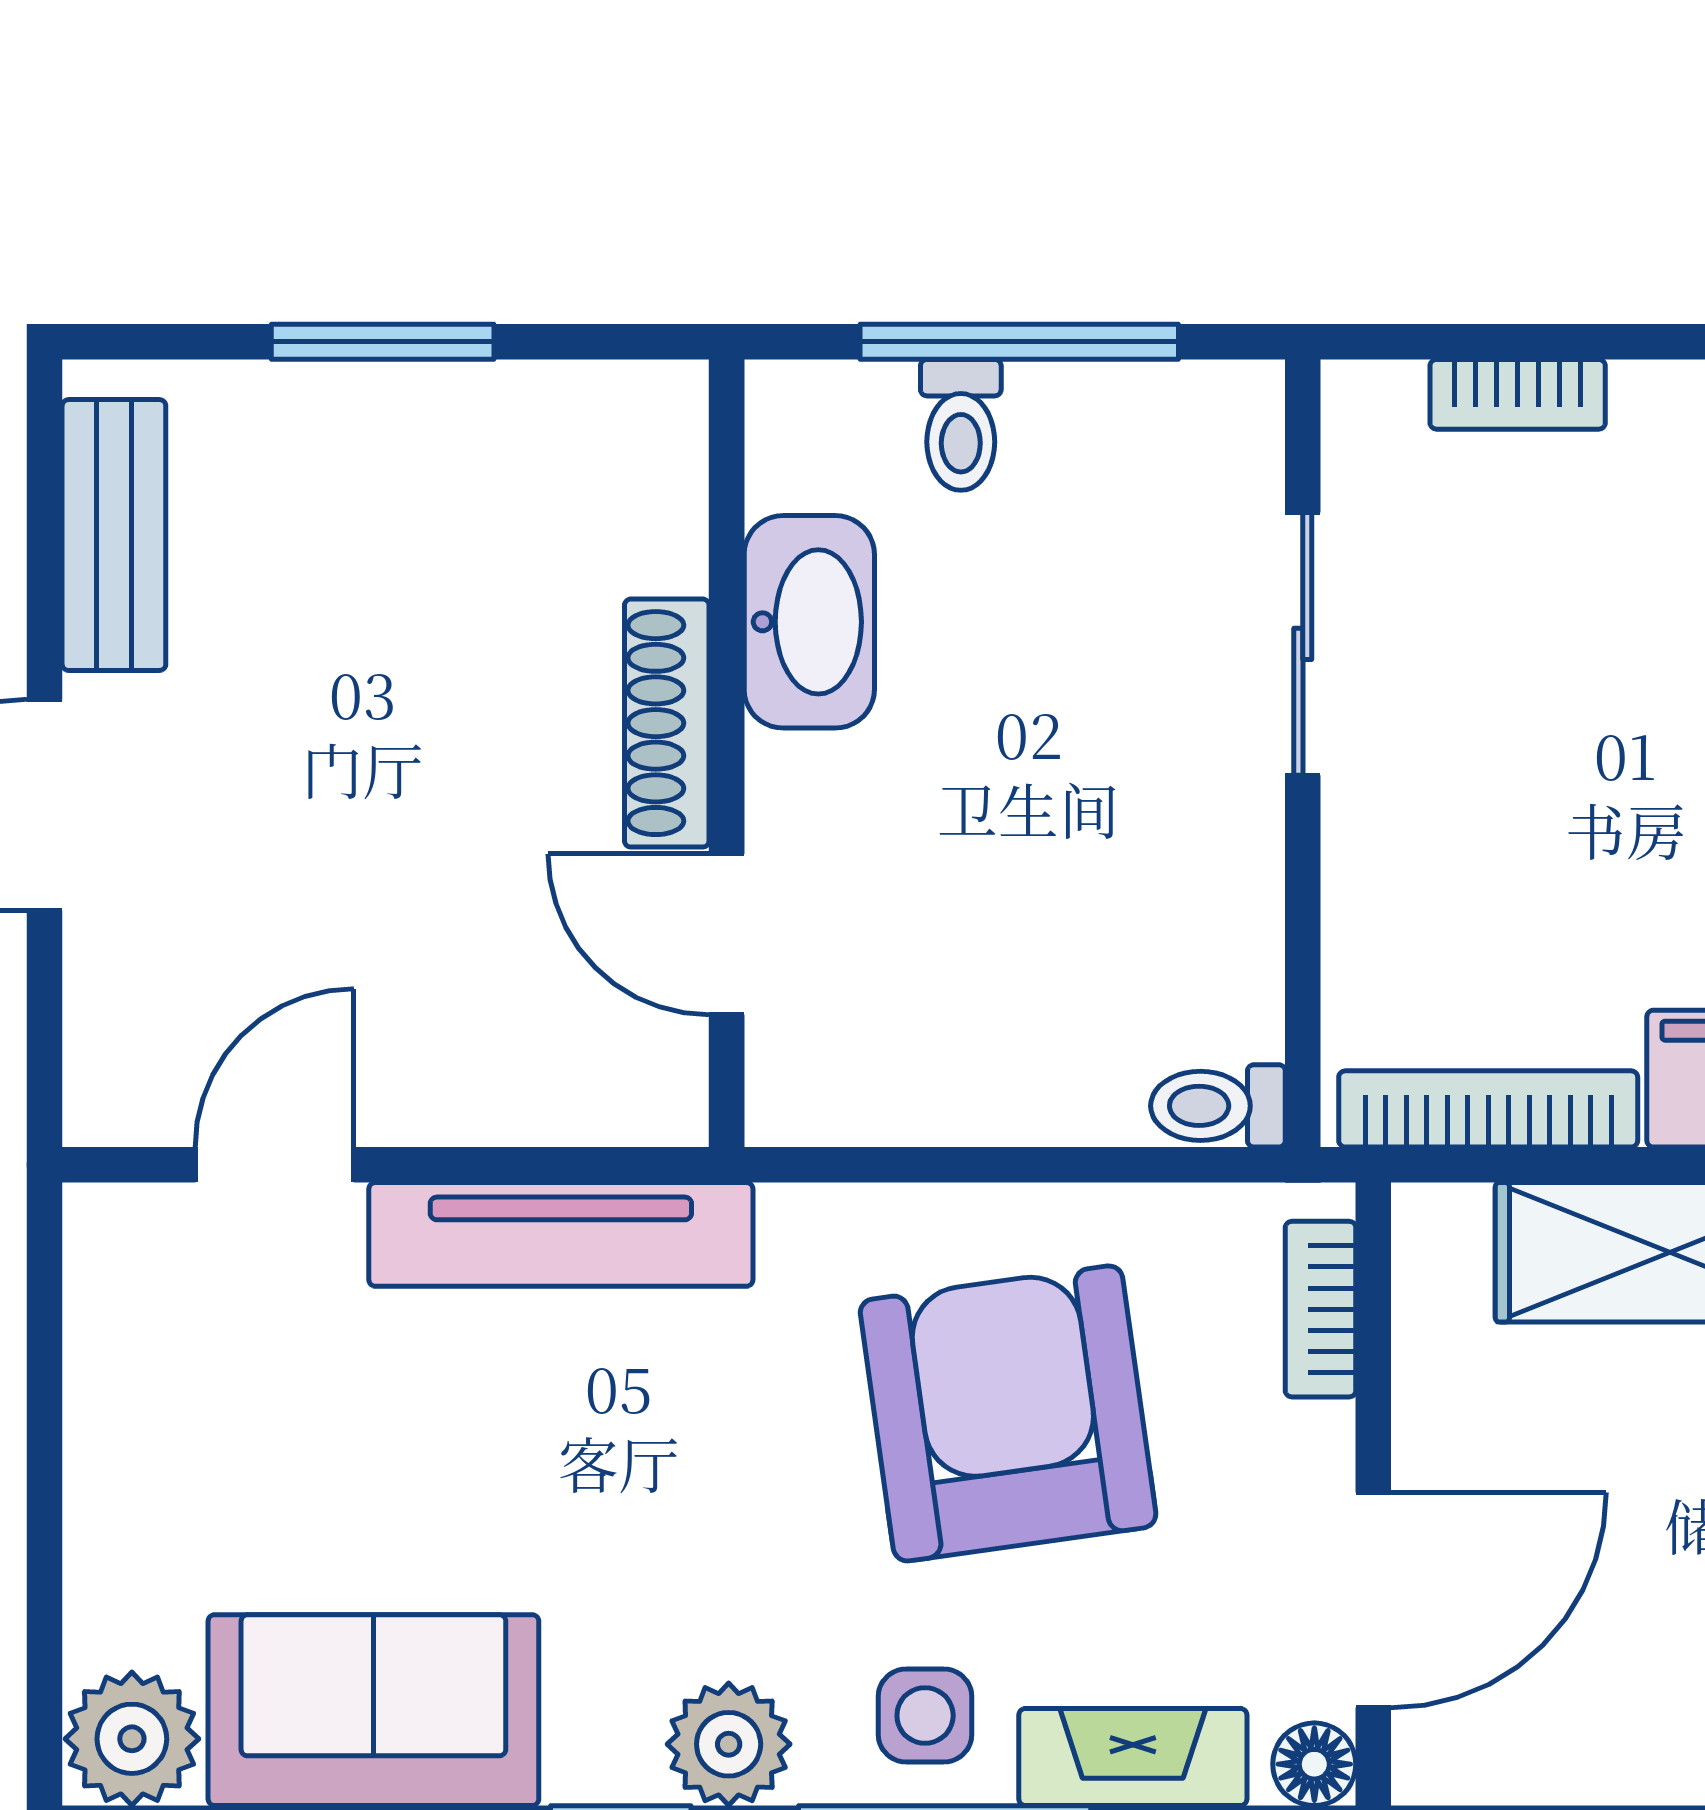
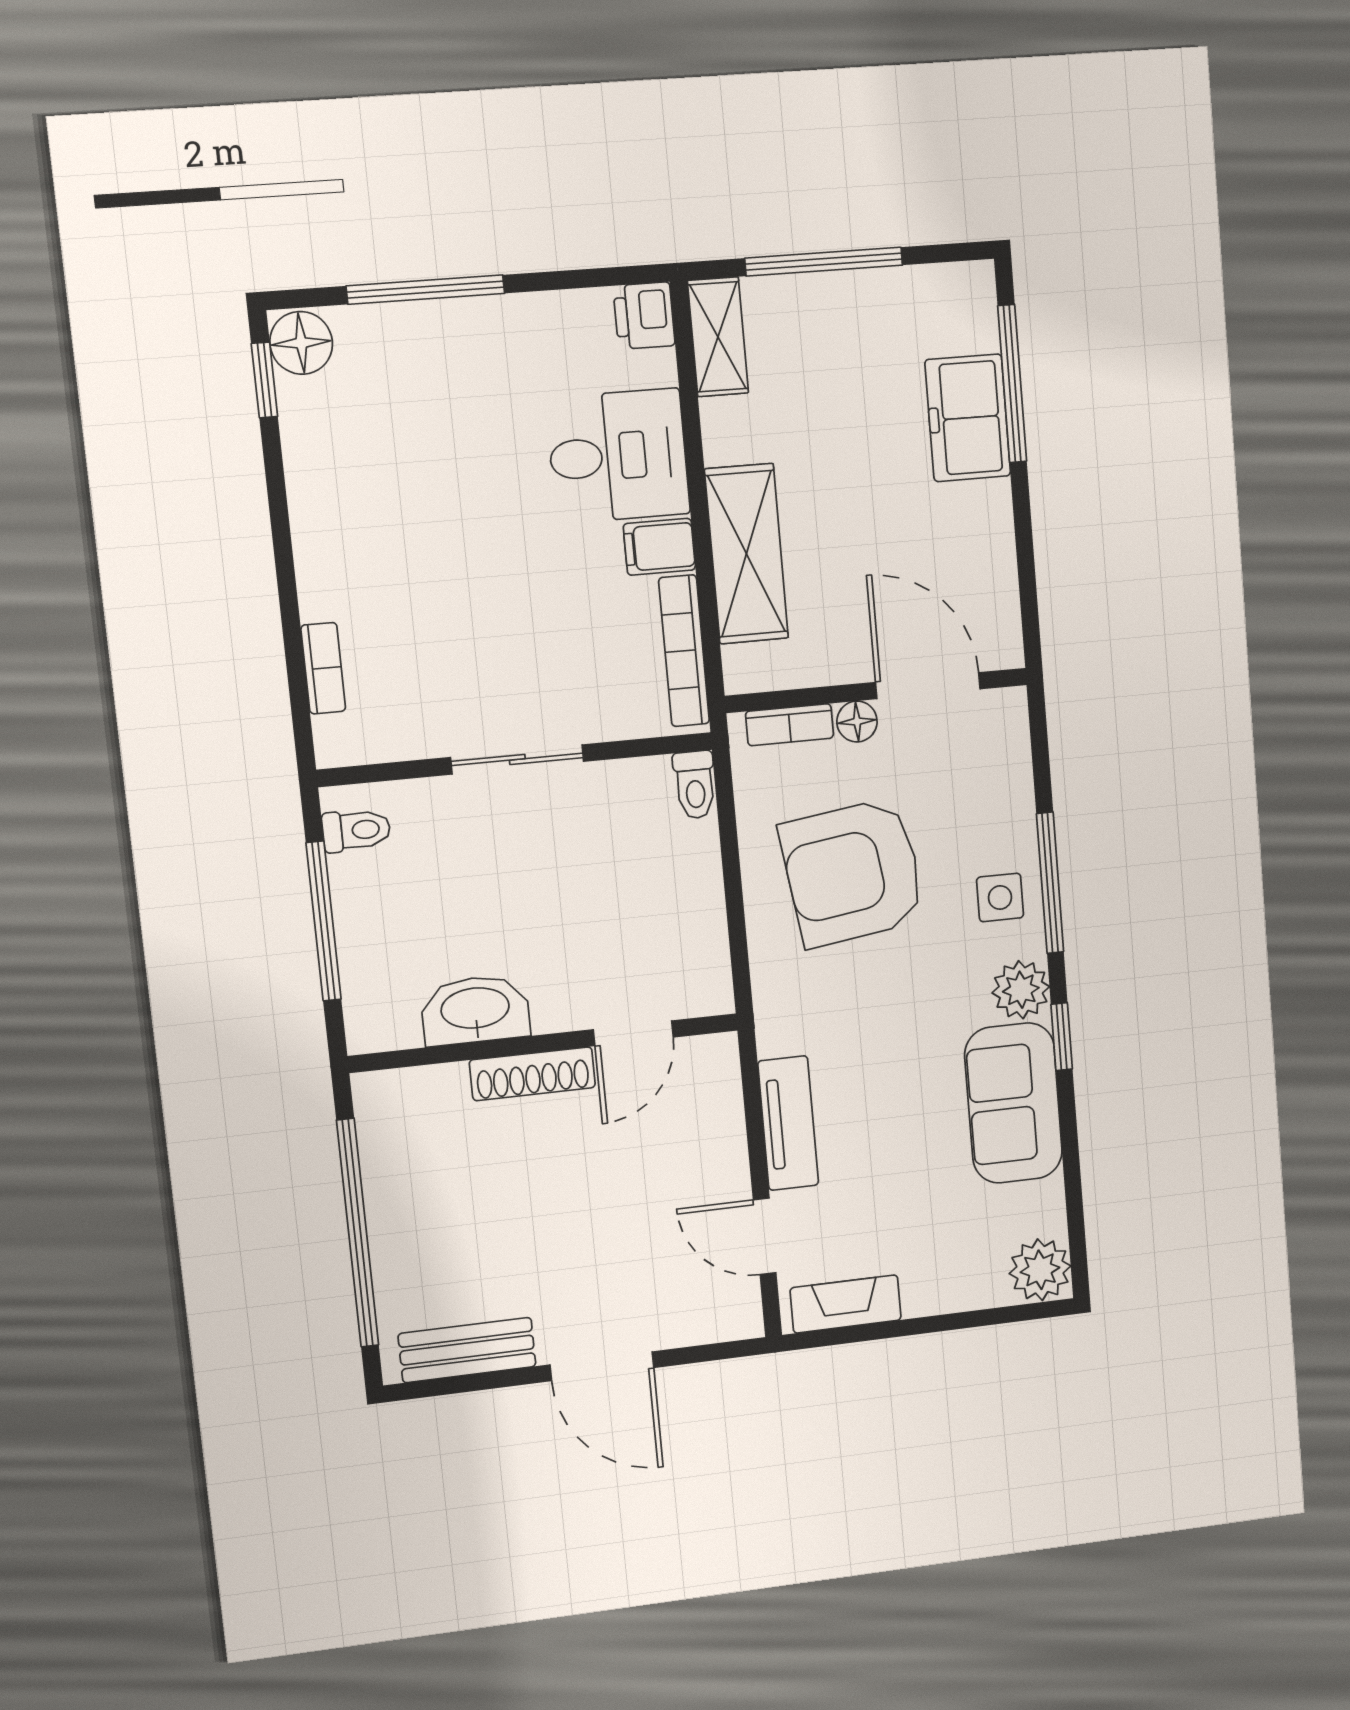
window: (383, 342) -> (358, 1233), width x2.11
toilet: (961, 425) -> (356, 830), moved
sliding door: (1303, 644) -> (517, 759), moved
tv unit: (561, 1234) -> (788, 1123), width x0.71
sofa: (373, 1710) -> (1014, 1103), moved
fireplace: (1133, 1757) -> (846, 1304), moved, turned 90
floor lamp: (1314, 1764) -> (857, 721), moved

